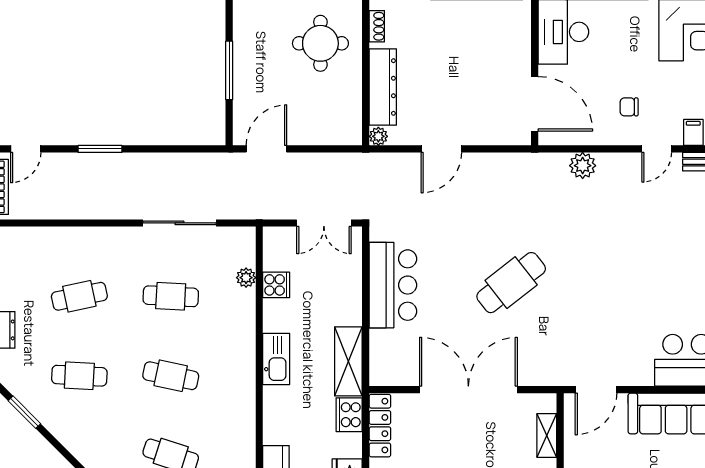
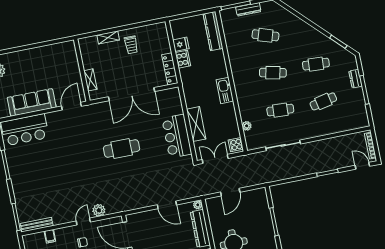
door: (26, 149) -> (362, 166), hinge flipped
door: (266, 149) -> (230, 192), moved
door: (441, 149) -> (167, 205), swing flipped
door: (657, 149) -> (83, 222), moved
cafe table: (511, 283) -> (122, 148), turned 38
cooker: (276, 285) -> (236, 145), moved
shelving: (348, 361) -> (196, 124), moved
cooker: (349, 415) -> (183, 59), moved

